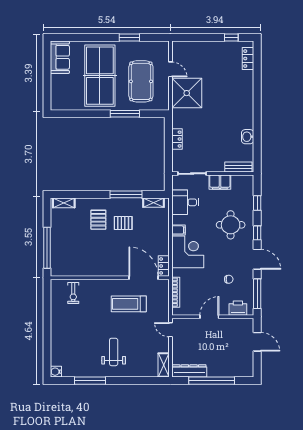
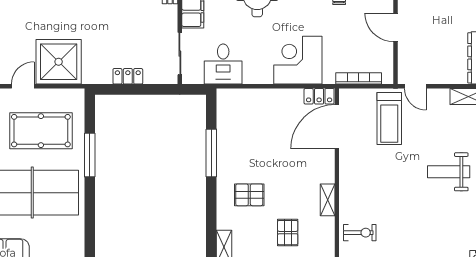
shelving: (153, 203) -> (328, 200), moved
pallet: (123, 223) -> (288, 233), moved
filing cabinet: (178, 230) -> (265, 74), removed
treadmill: (129, 304) -> (389, 118), moved
door: (170, 330) -> (415, 86), hinge flipped

